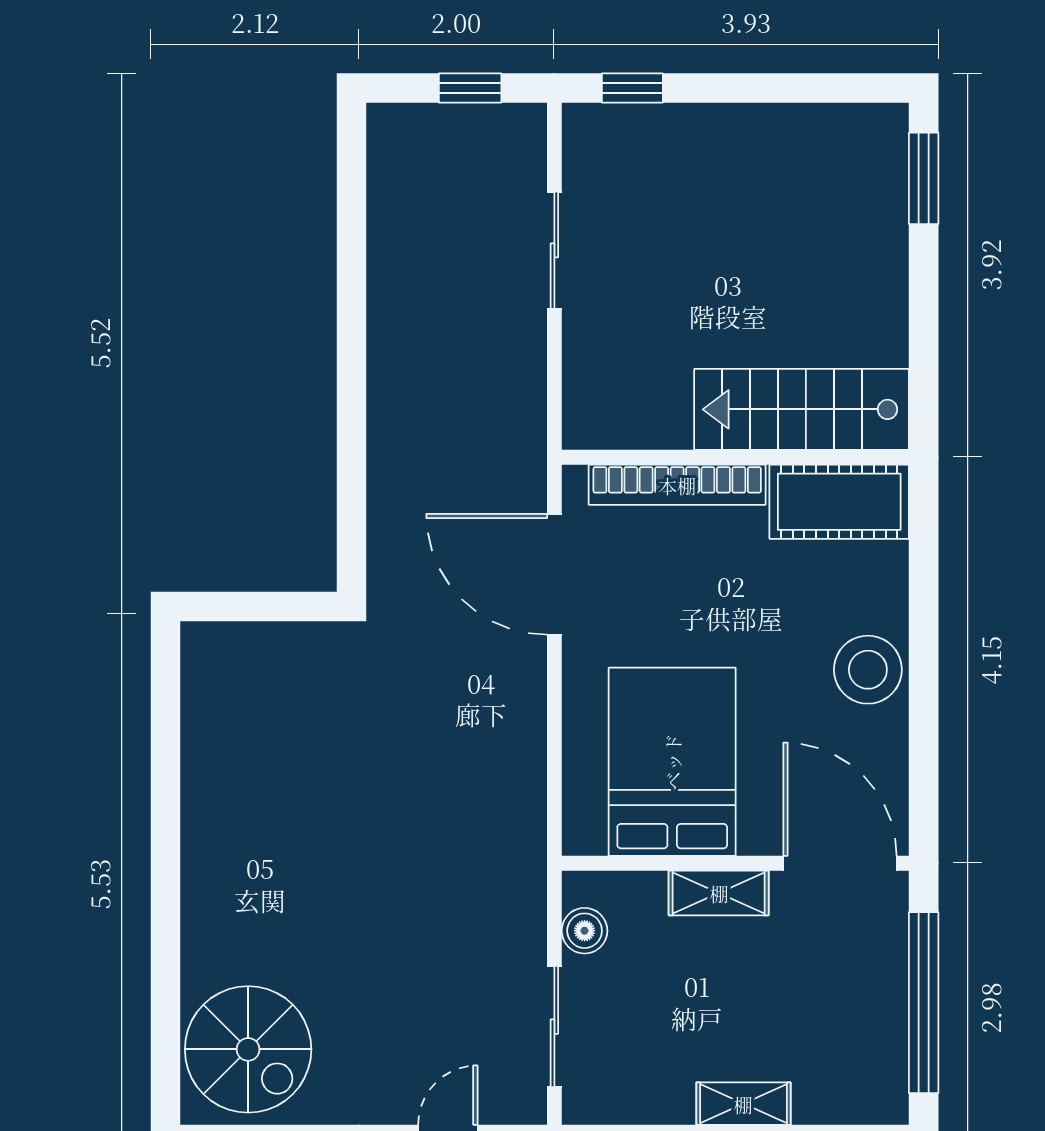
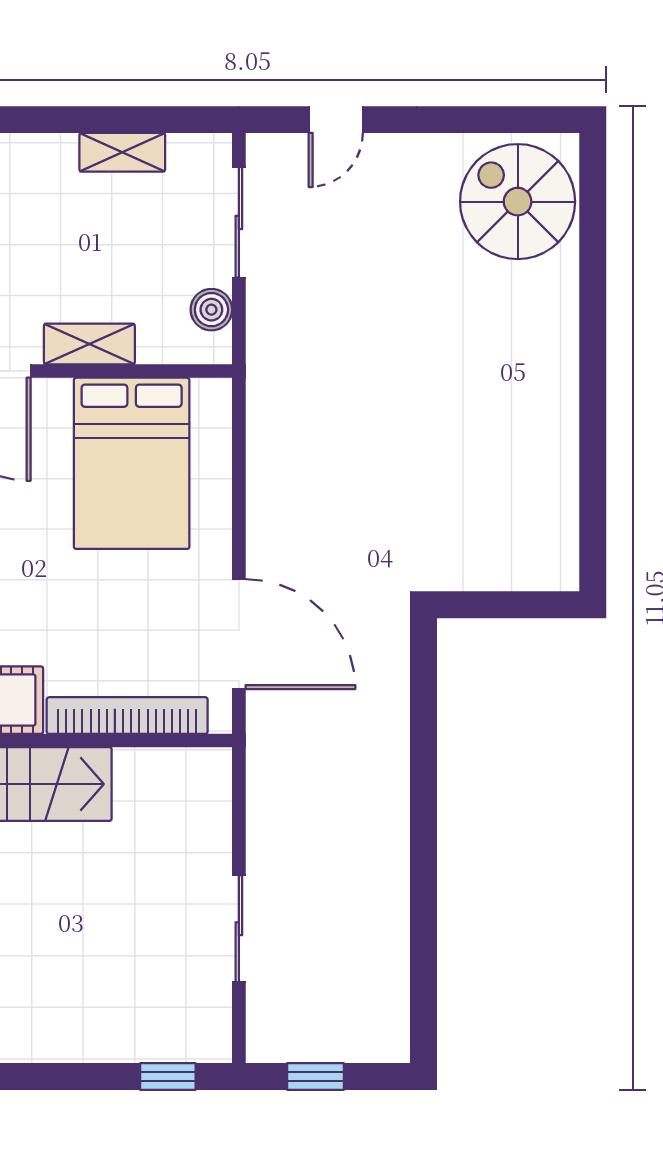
shelving: (743, 1104) -> (122, 152), moved

